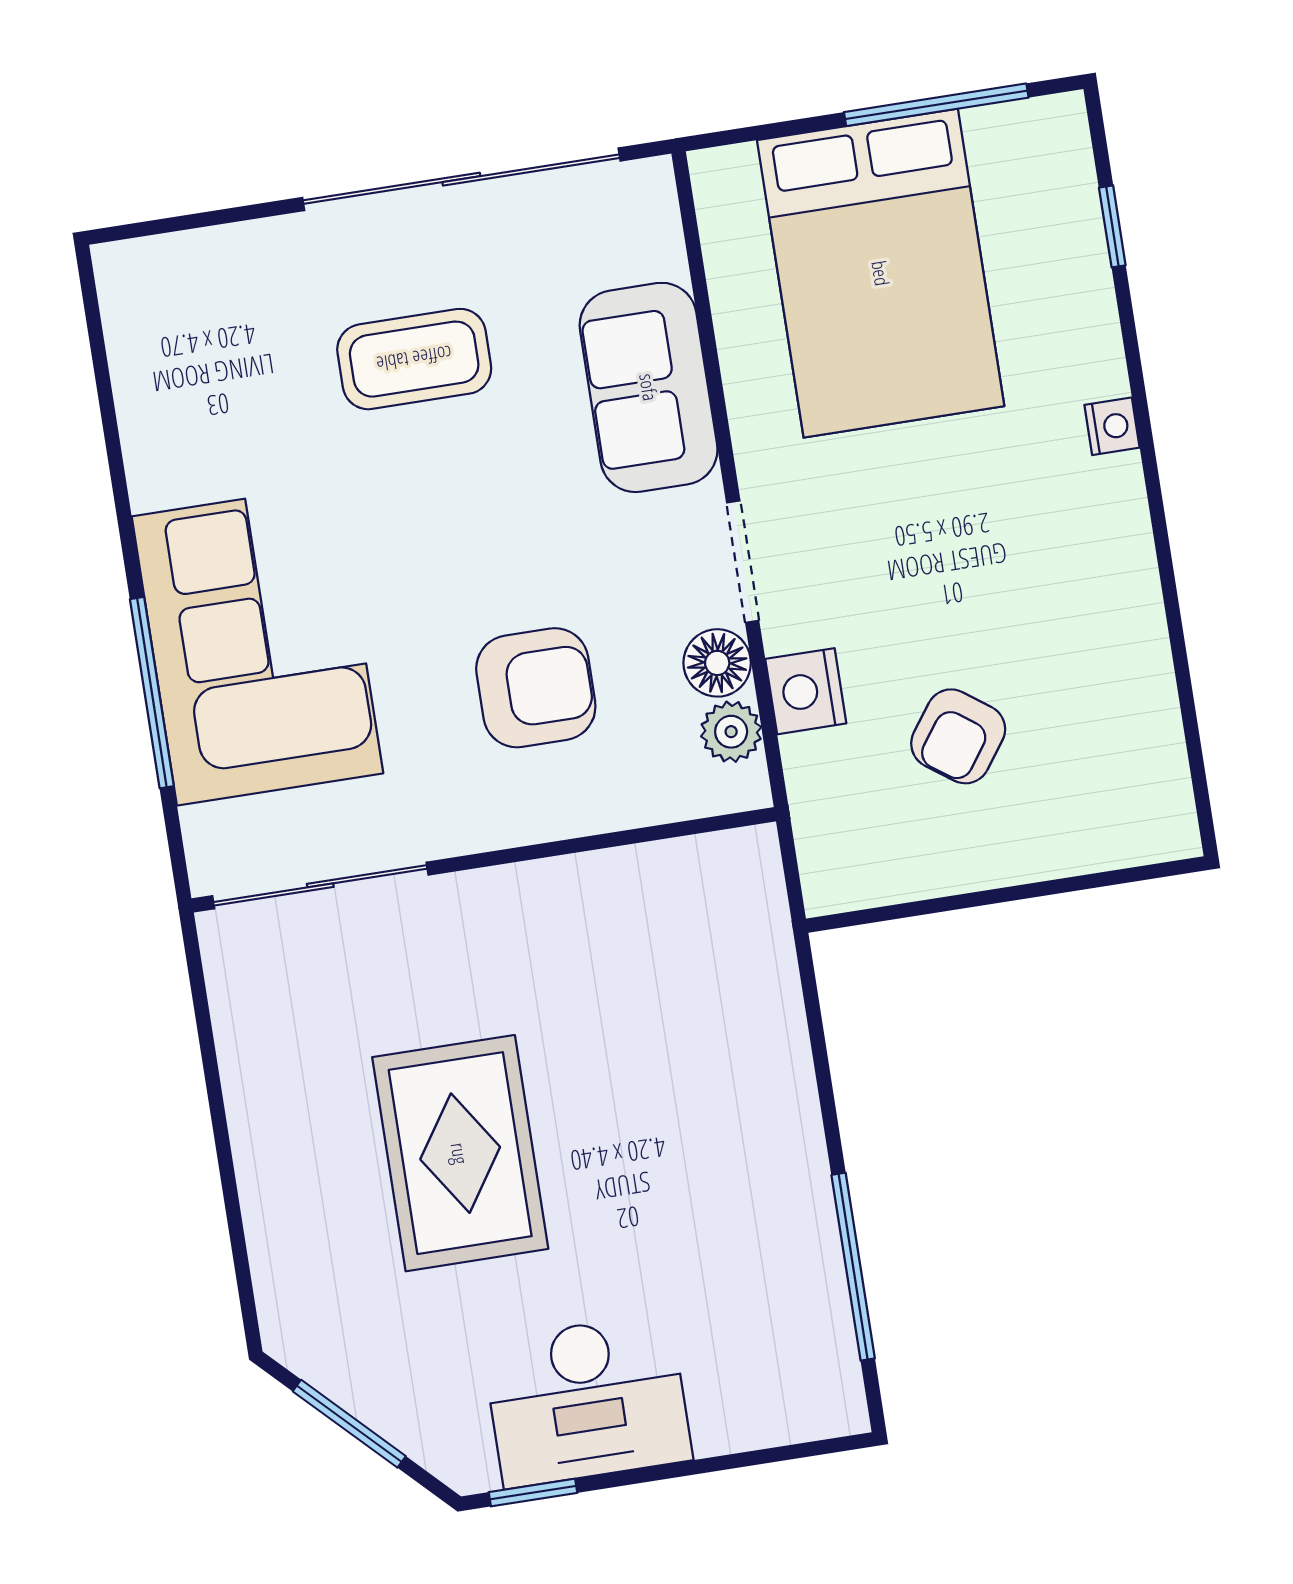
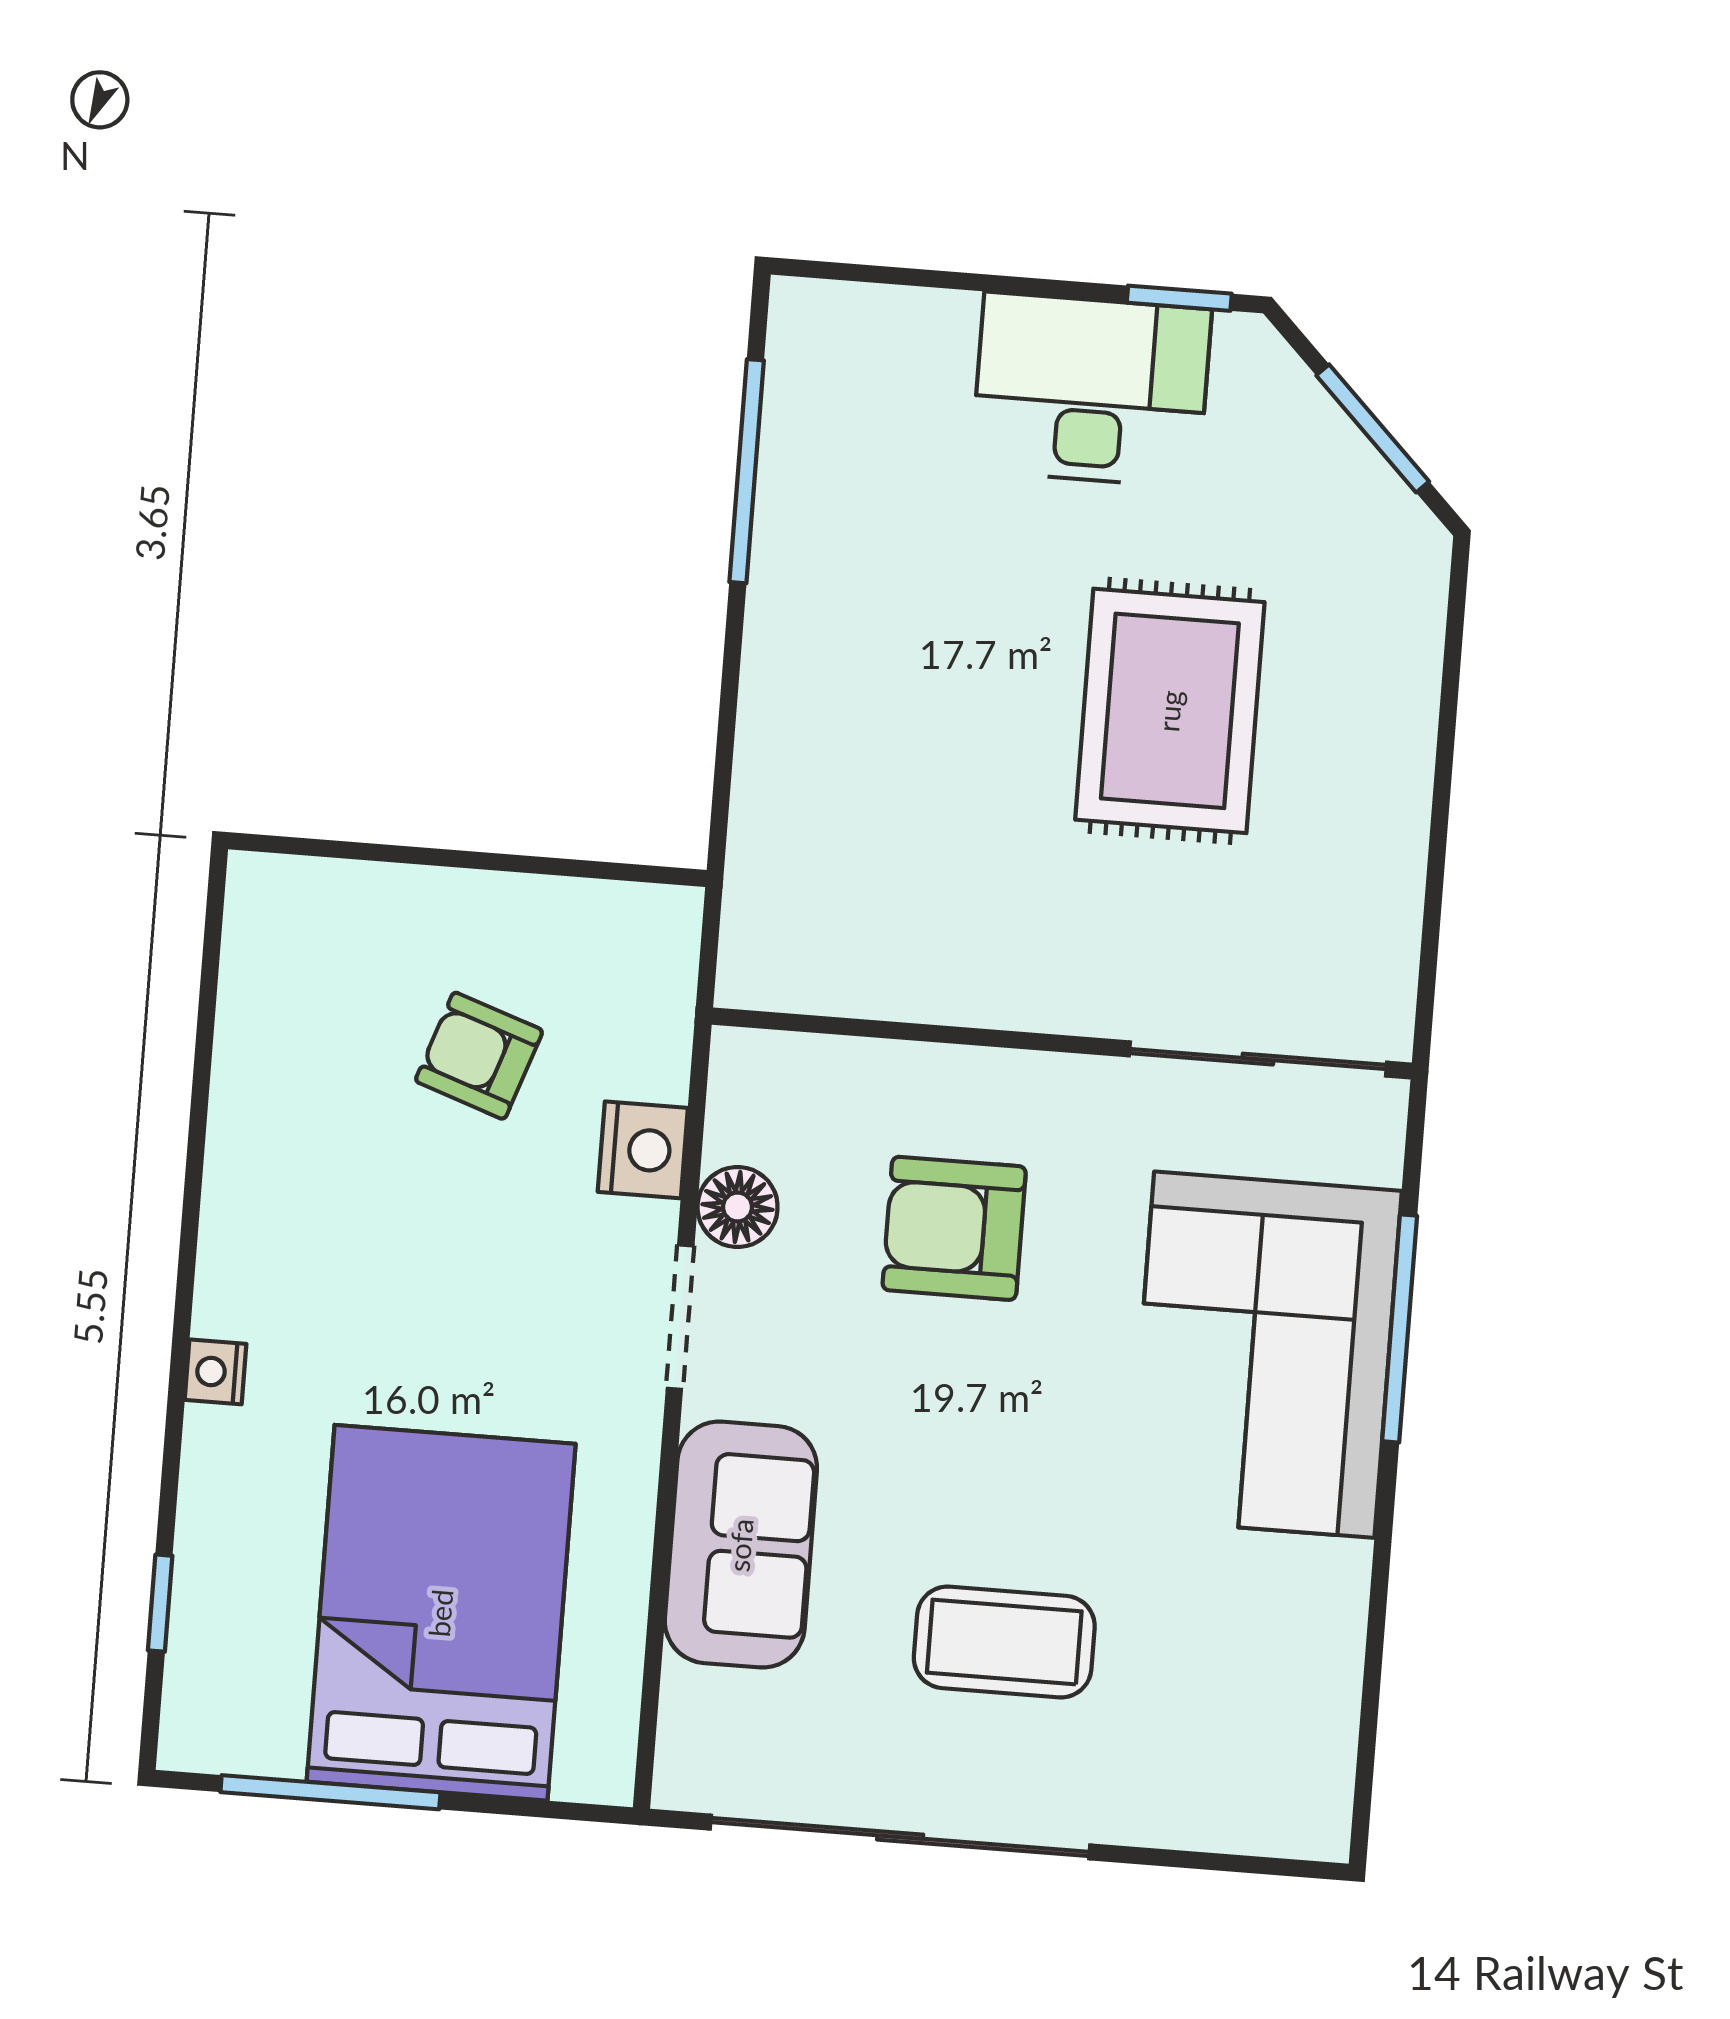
plant: (731, 732) -> (740, 1124), removed
armchair: (958, 736) -> (479, 1056), turned -107

